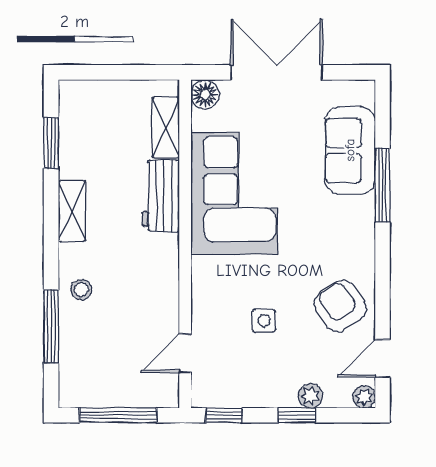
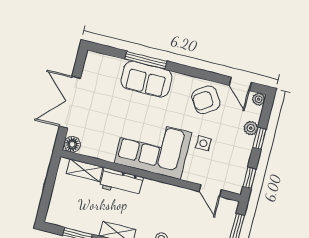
sofa: (350, 150) -> (147, 79), moved
corner sofa: (234, 193) -> (153, 148), moved

